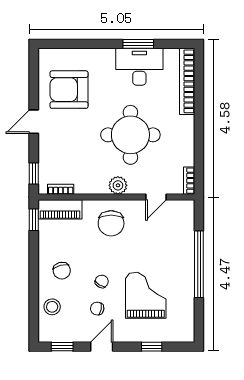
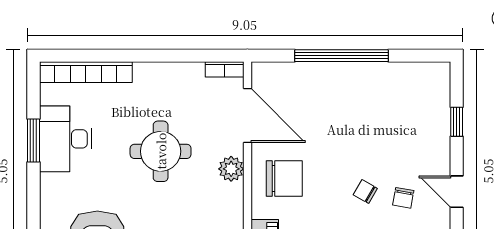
round table: (130, 135) -> (161, 151), width x0.73, depth x0.73
door: (156, 197) -> (247, 116), width x1.88
grand piano: (146, 295) -> (385, 130), removed

